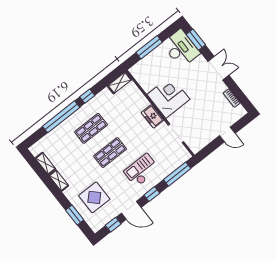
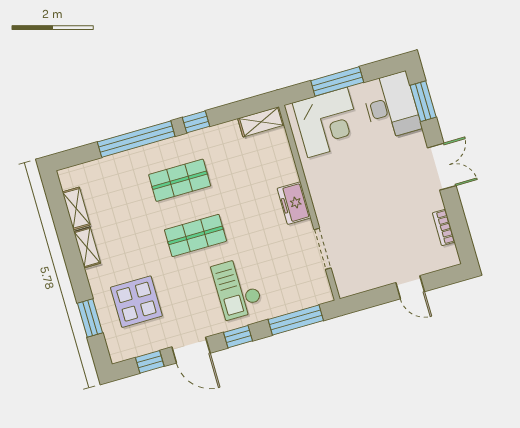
corner desk: (168, 97) -> (328, 122), moved, turned 90
checkout: (142, 170) -> (237, 288), turned -90

